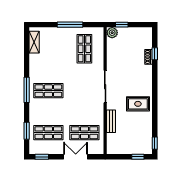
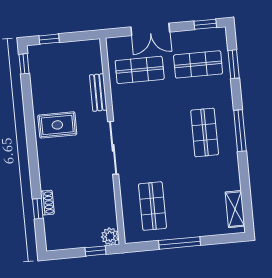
shop shelf: (48, 91) -> (205, 132), turned 90

